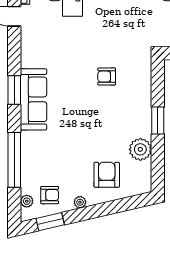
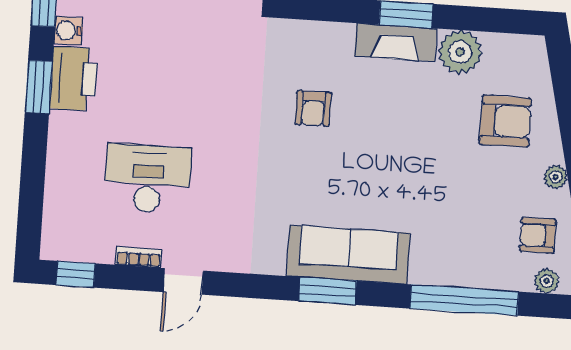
fireplace: (143, 116) -> (396, 42), added
armchair: (107, 175) -> (506, 121), turned 180
armchair: (50, 195) -> (538, 235), turned -90

